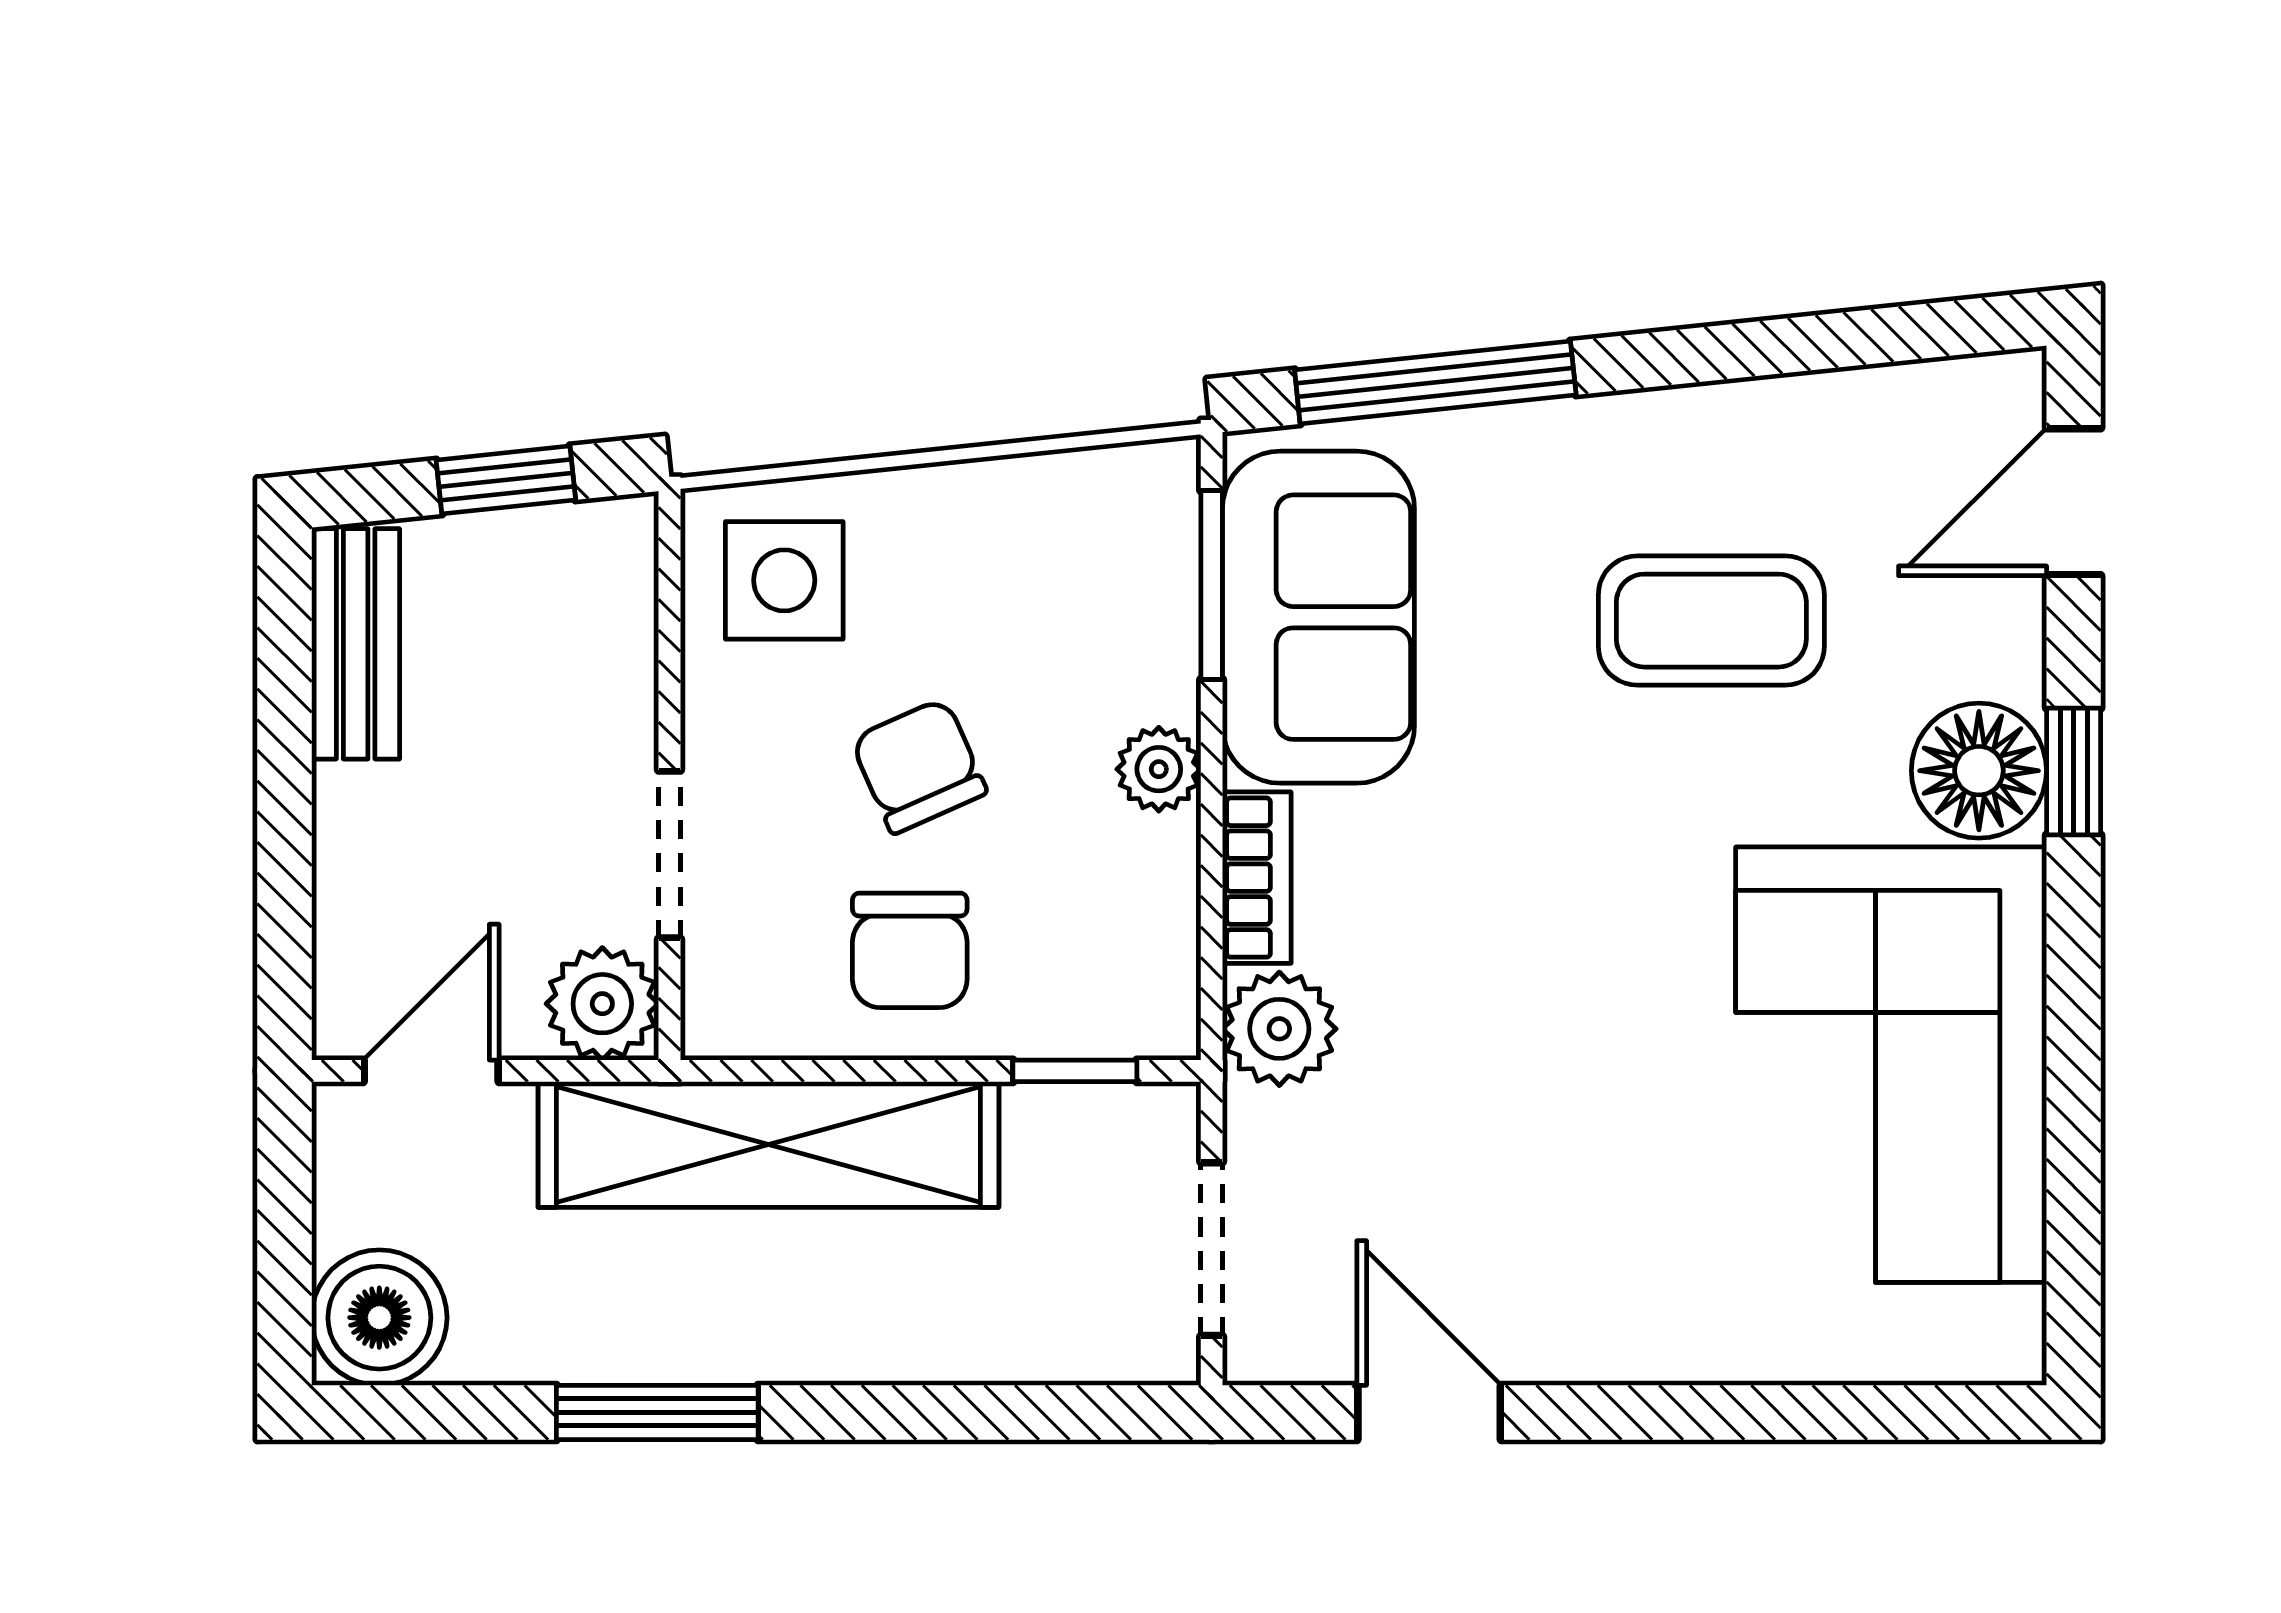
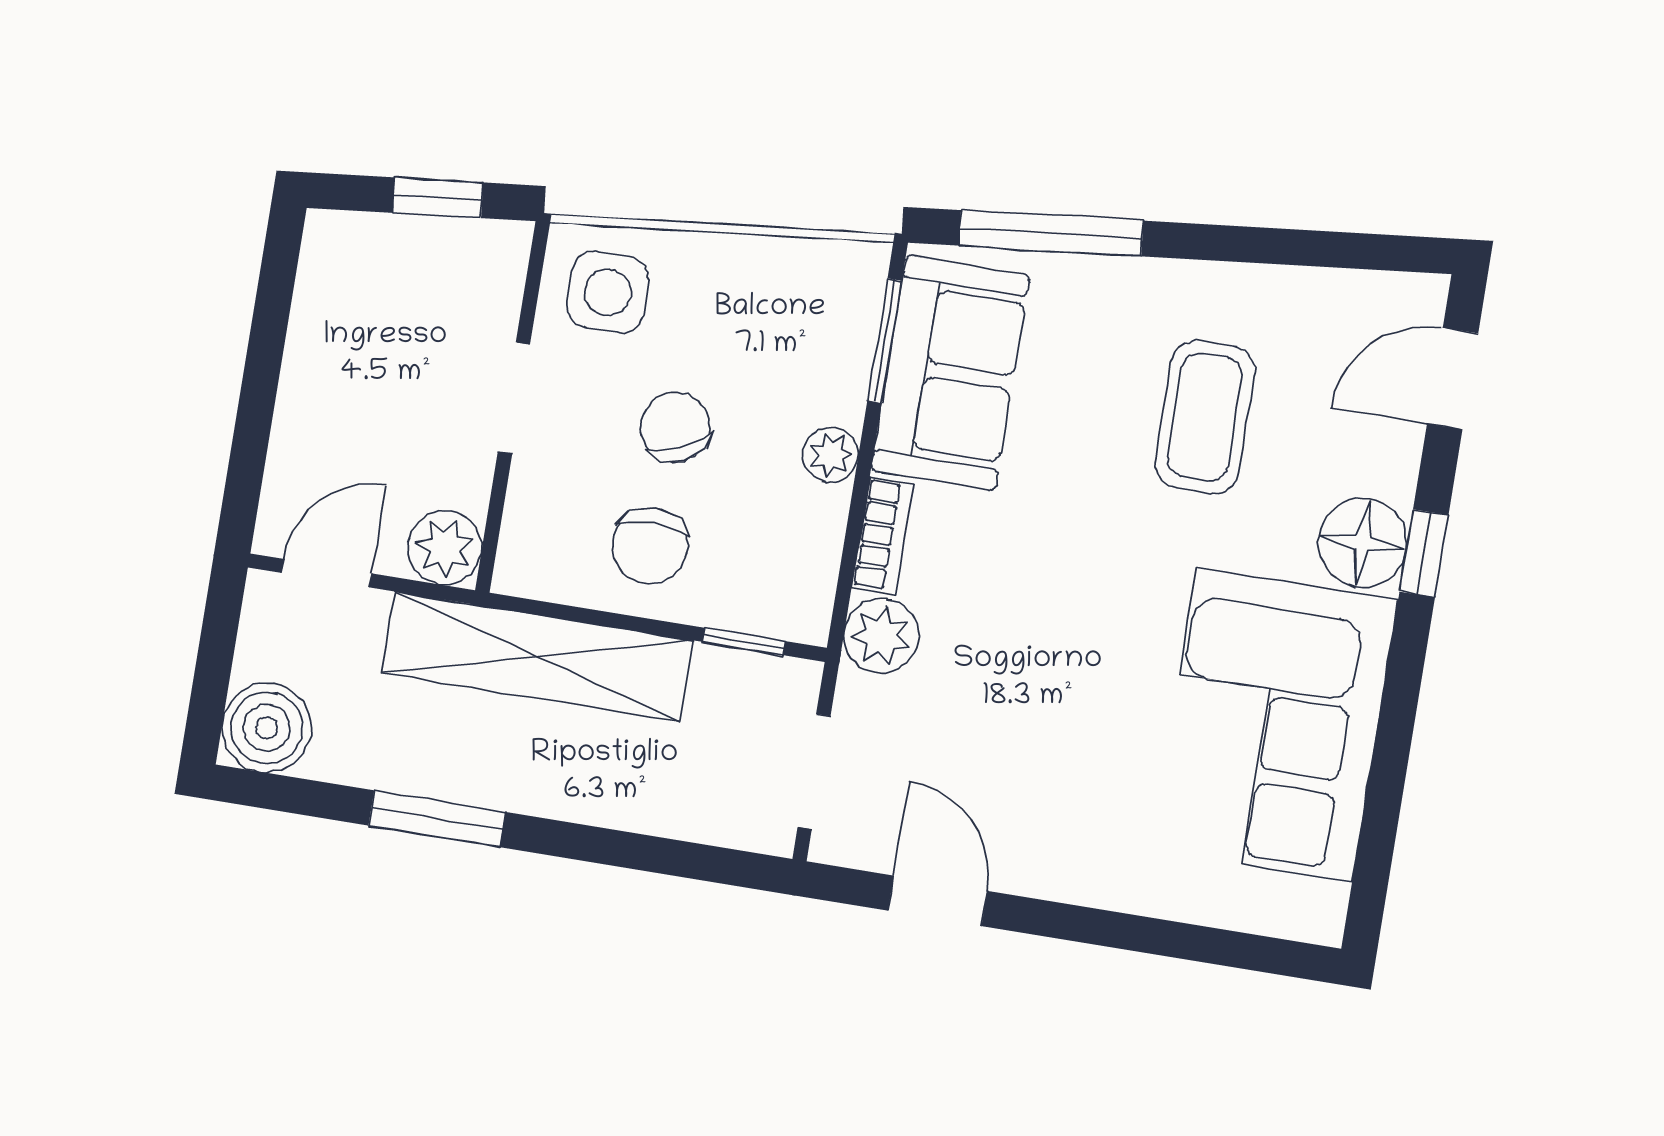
coffee table: (1711, 621) -> (1205, 417), turned 90
bench: (356, 644) -> (323, 288), removed
doorway: (669, 855) -> (514, 398), moved

